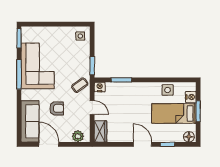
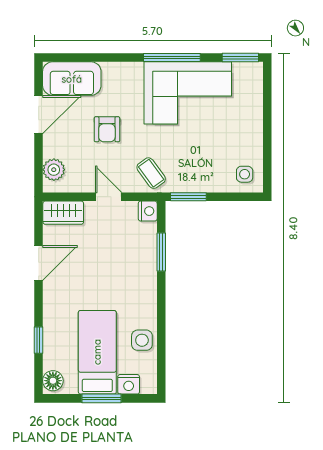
door: (92, 108) -> (109, 197), swing flipped
sofa: (30, 121) -> (72, 79), width x0.73
door: (142, 144) -> (39, 263), moved

